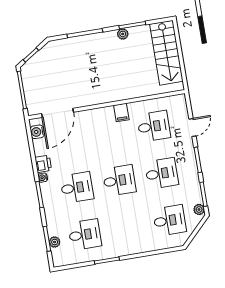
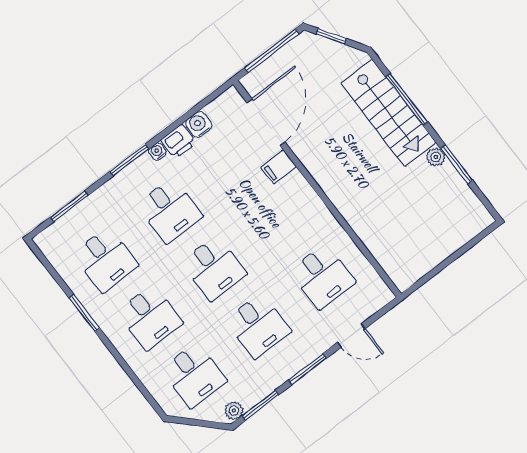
stairs: (166, 53) -> (388, 113), moved, turned -90
filing cabinet: (121, 112) -> (279, 167), moved
door: (58, 113) -> (266, 122), swing flipped
water cooler: (37, 132) -> (199, 124), moved
desk: (127, 228) -> (150, 317), added
plant: (55, 242) -> (70, 220), removed

